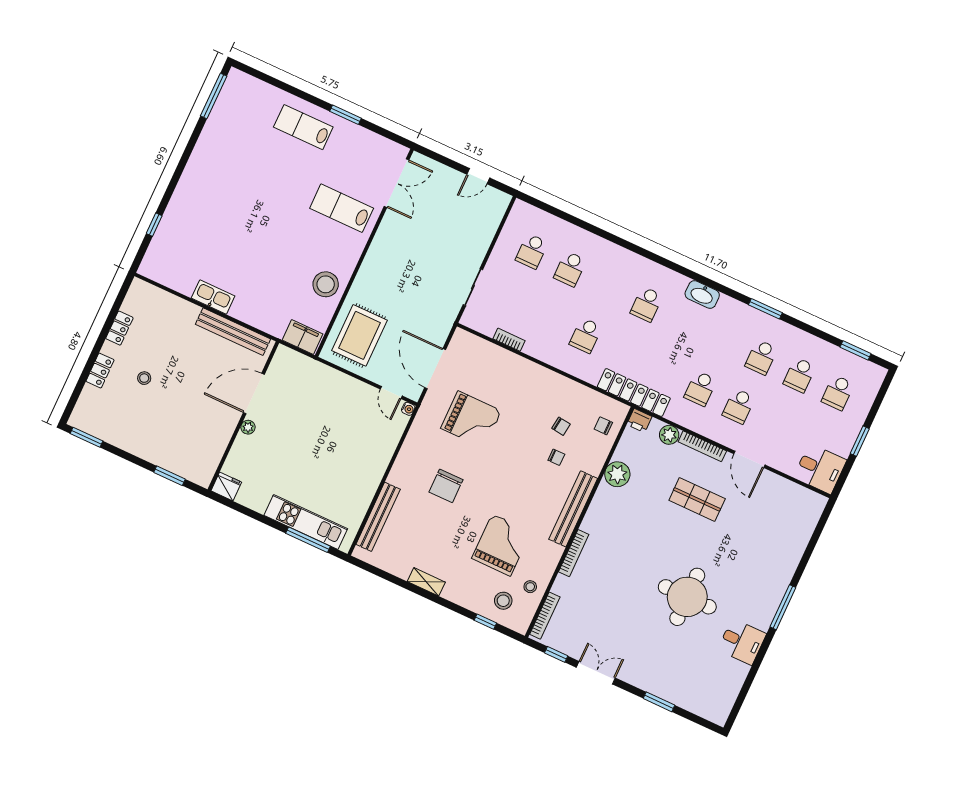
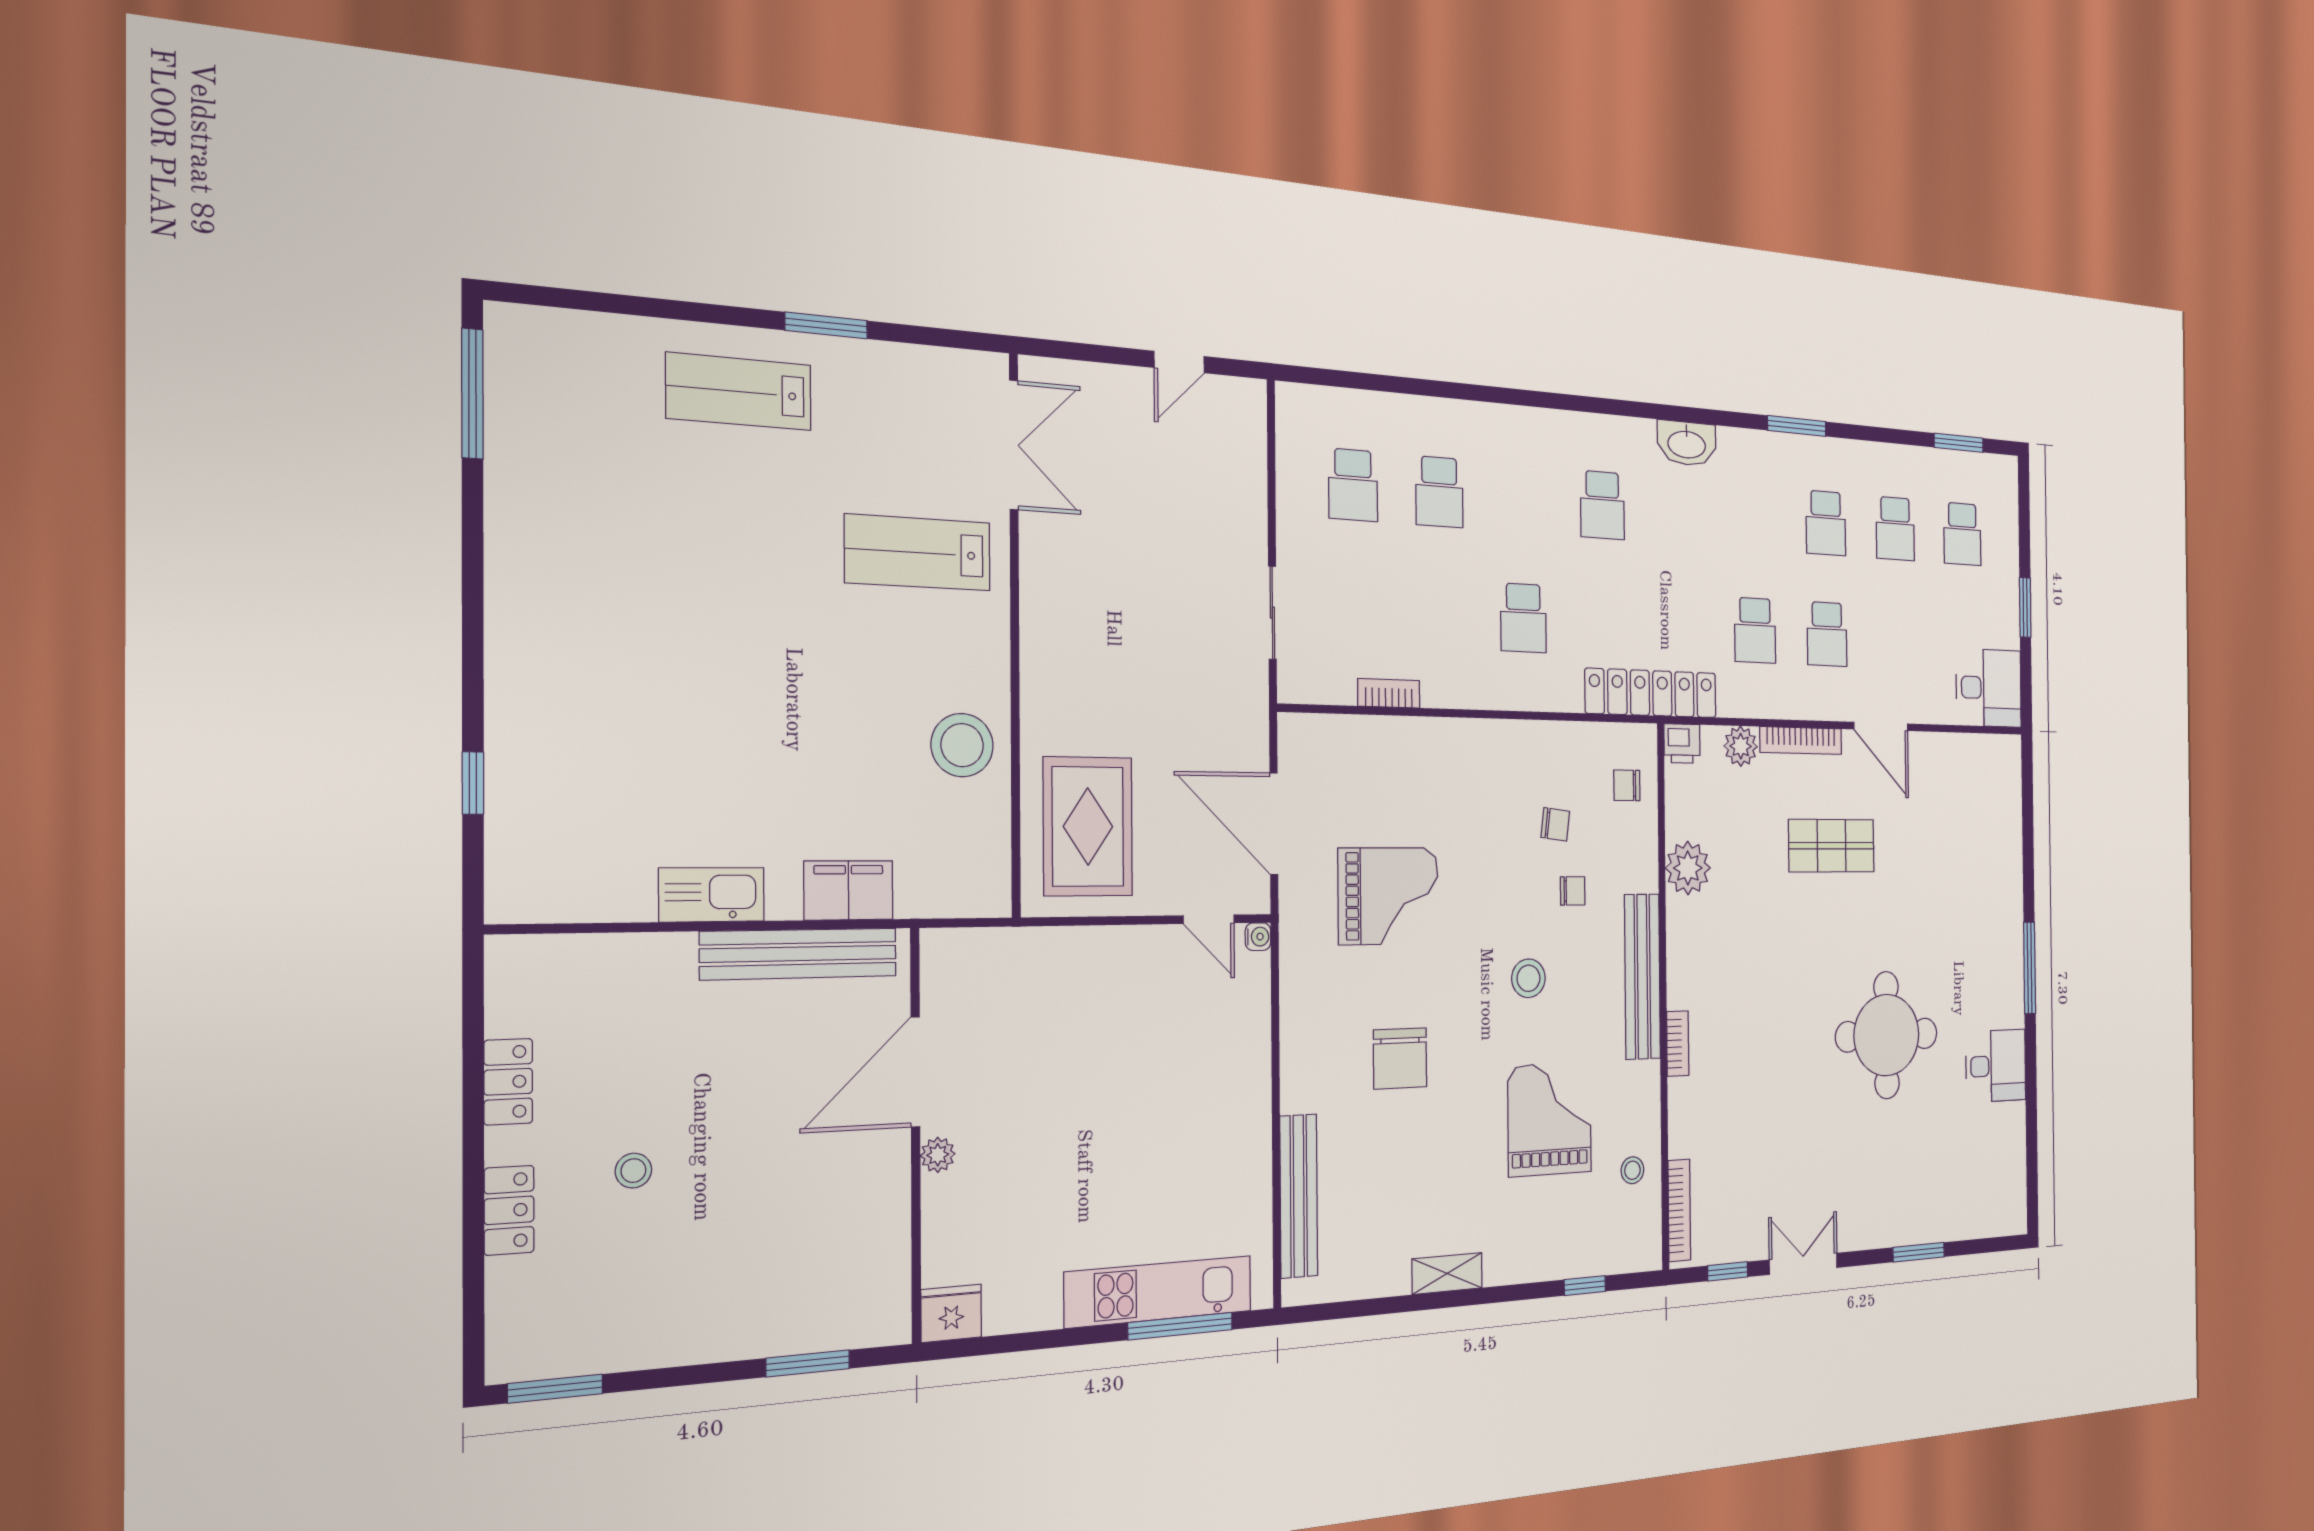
filing cabinet: (303, 337) -> (848, 890), moved
bookcase: (574, 553) -> (1678, 1044), width x0.64
stool: (503, 601) -> (1528, 978), moved

